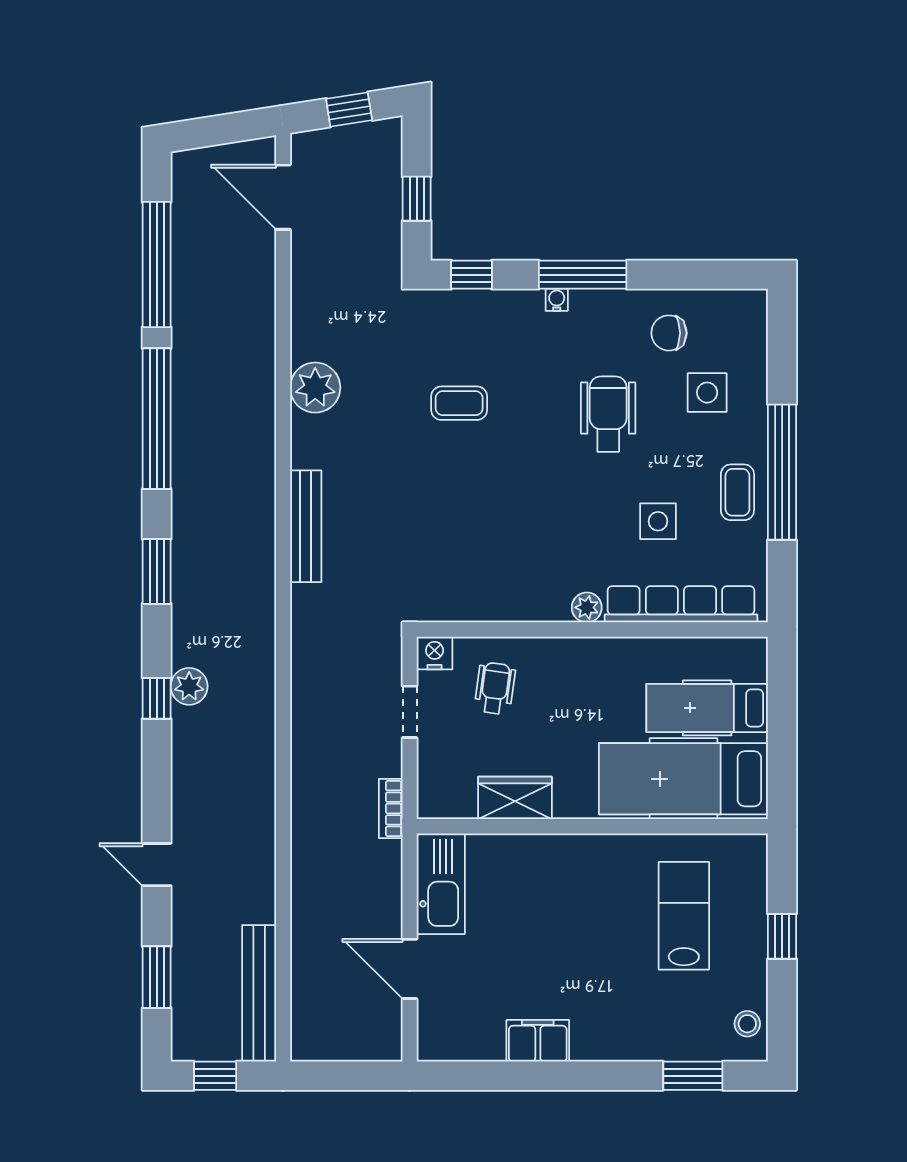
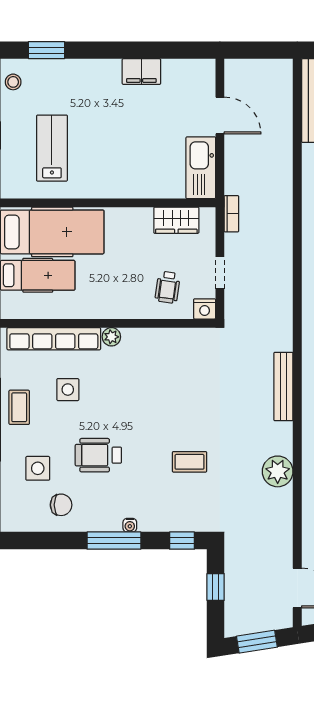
window: (349, 109) -> (257, 642), width x1.50
wheelchair: (608, 414) -> (98, 455), turned 90
wardrobe: (515, 798) -> (176, 220), moved
lab bench: (684, 916) -> (52, 148), turned 180

